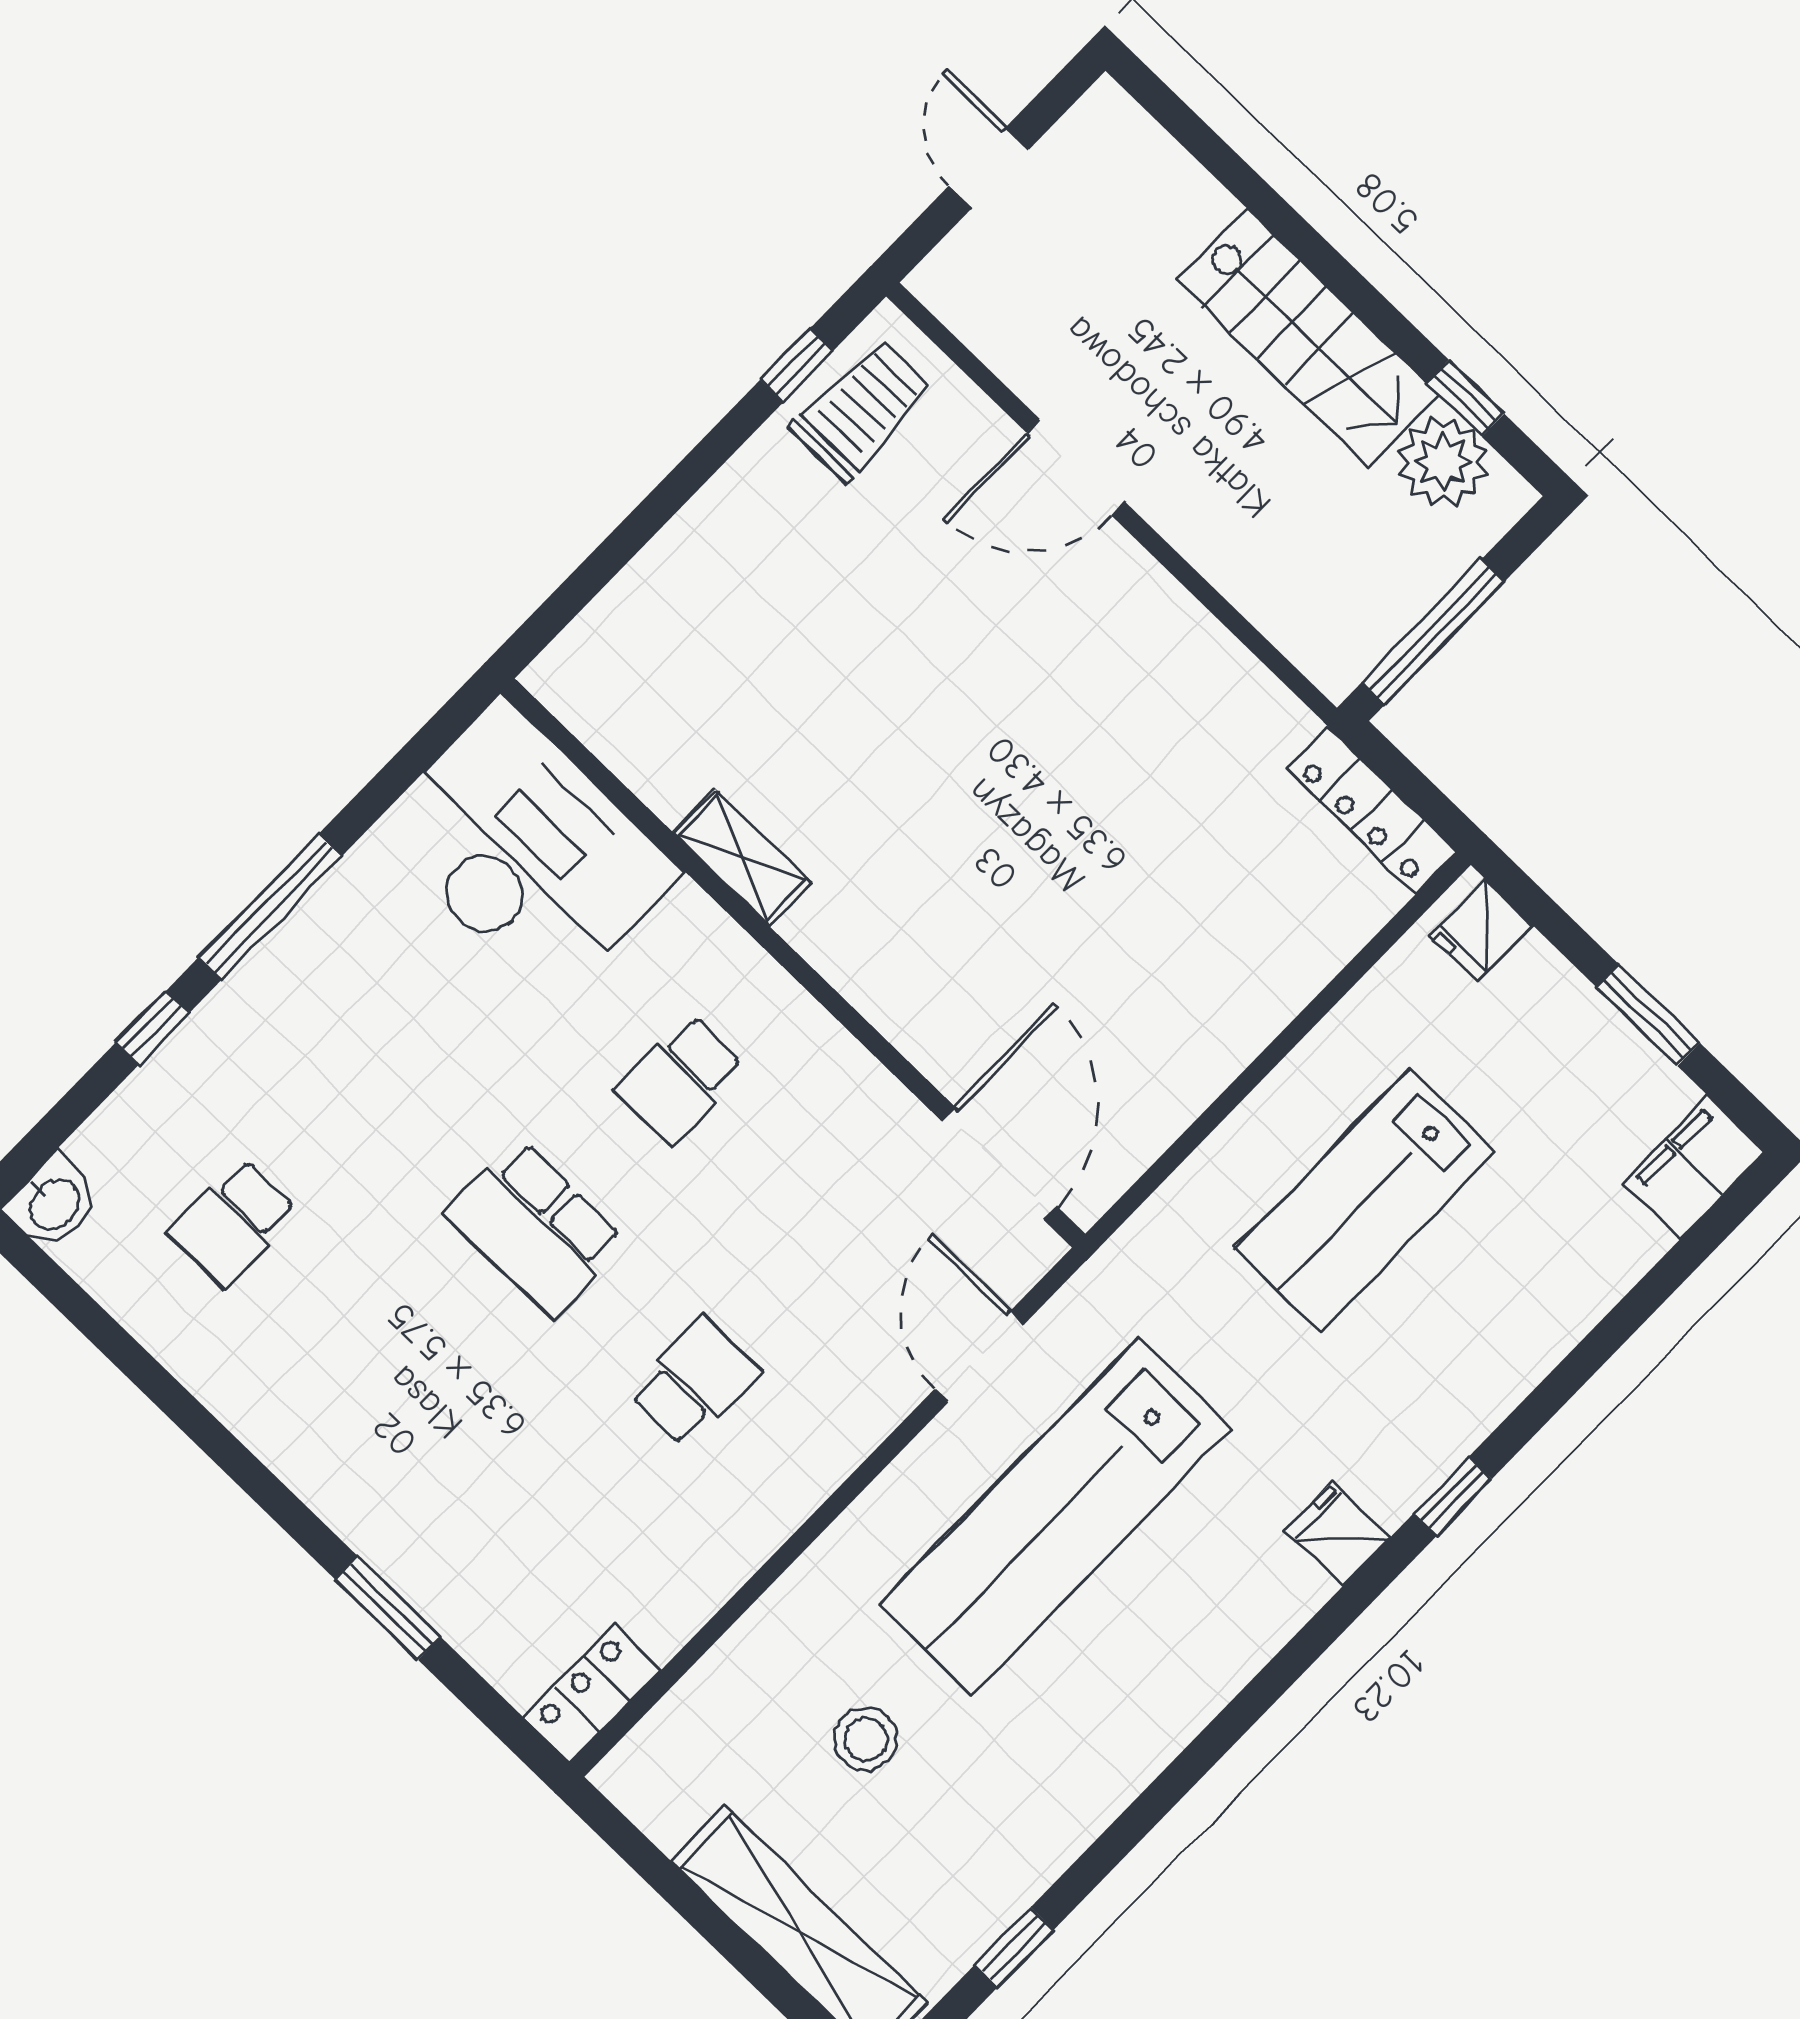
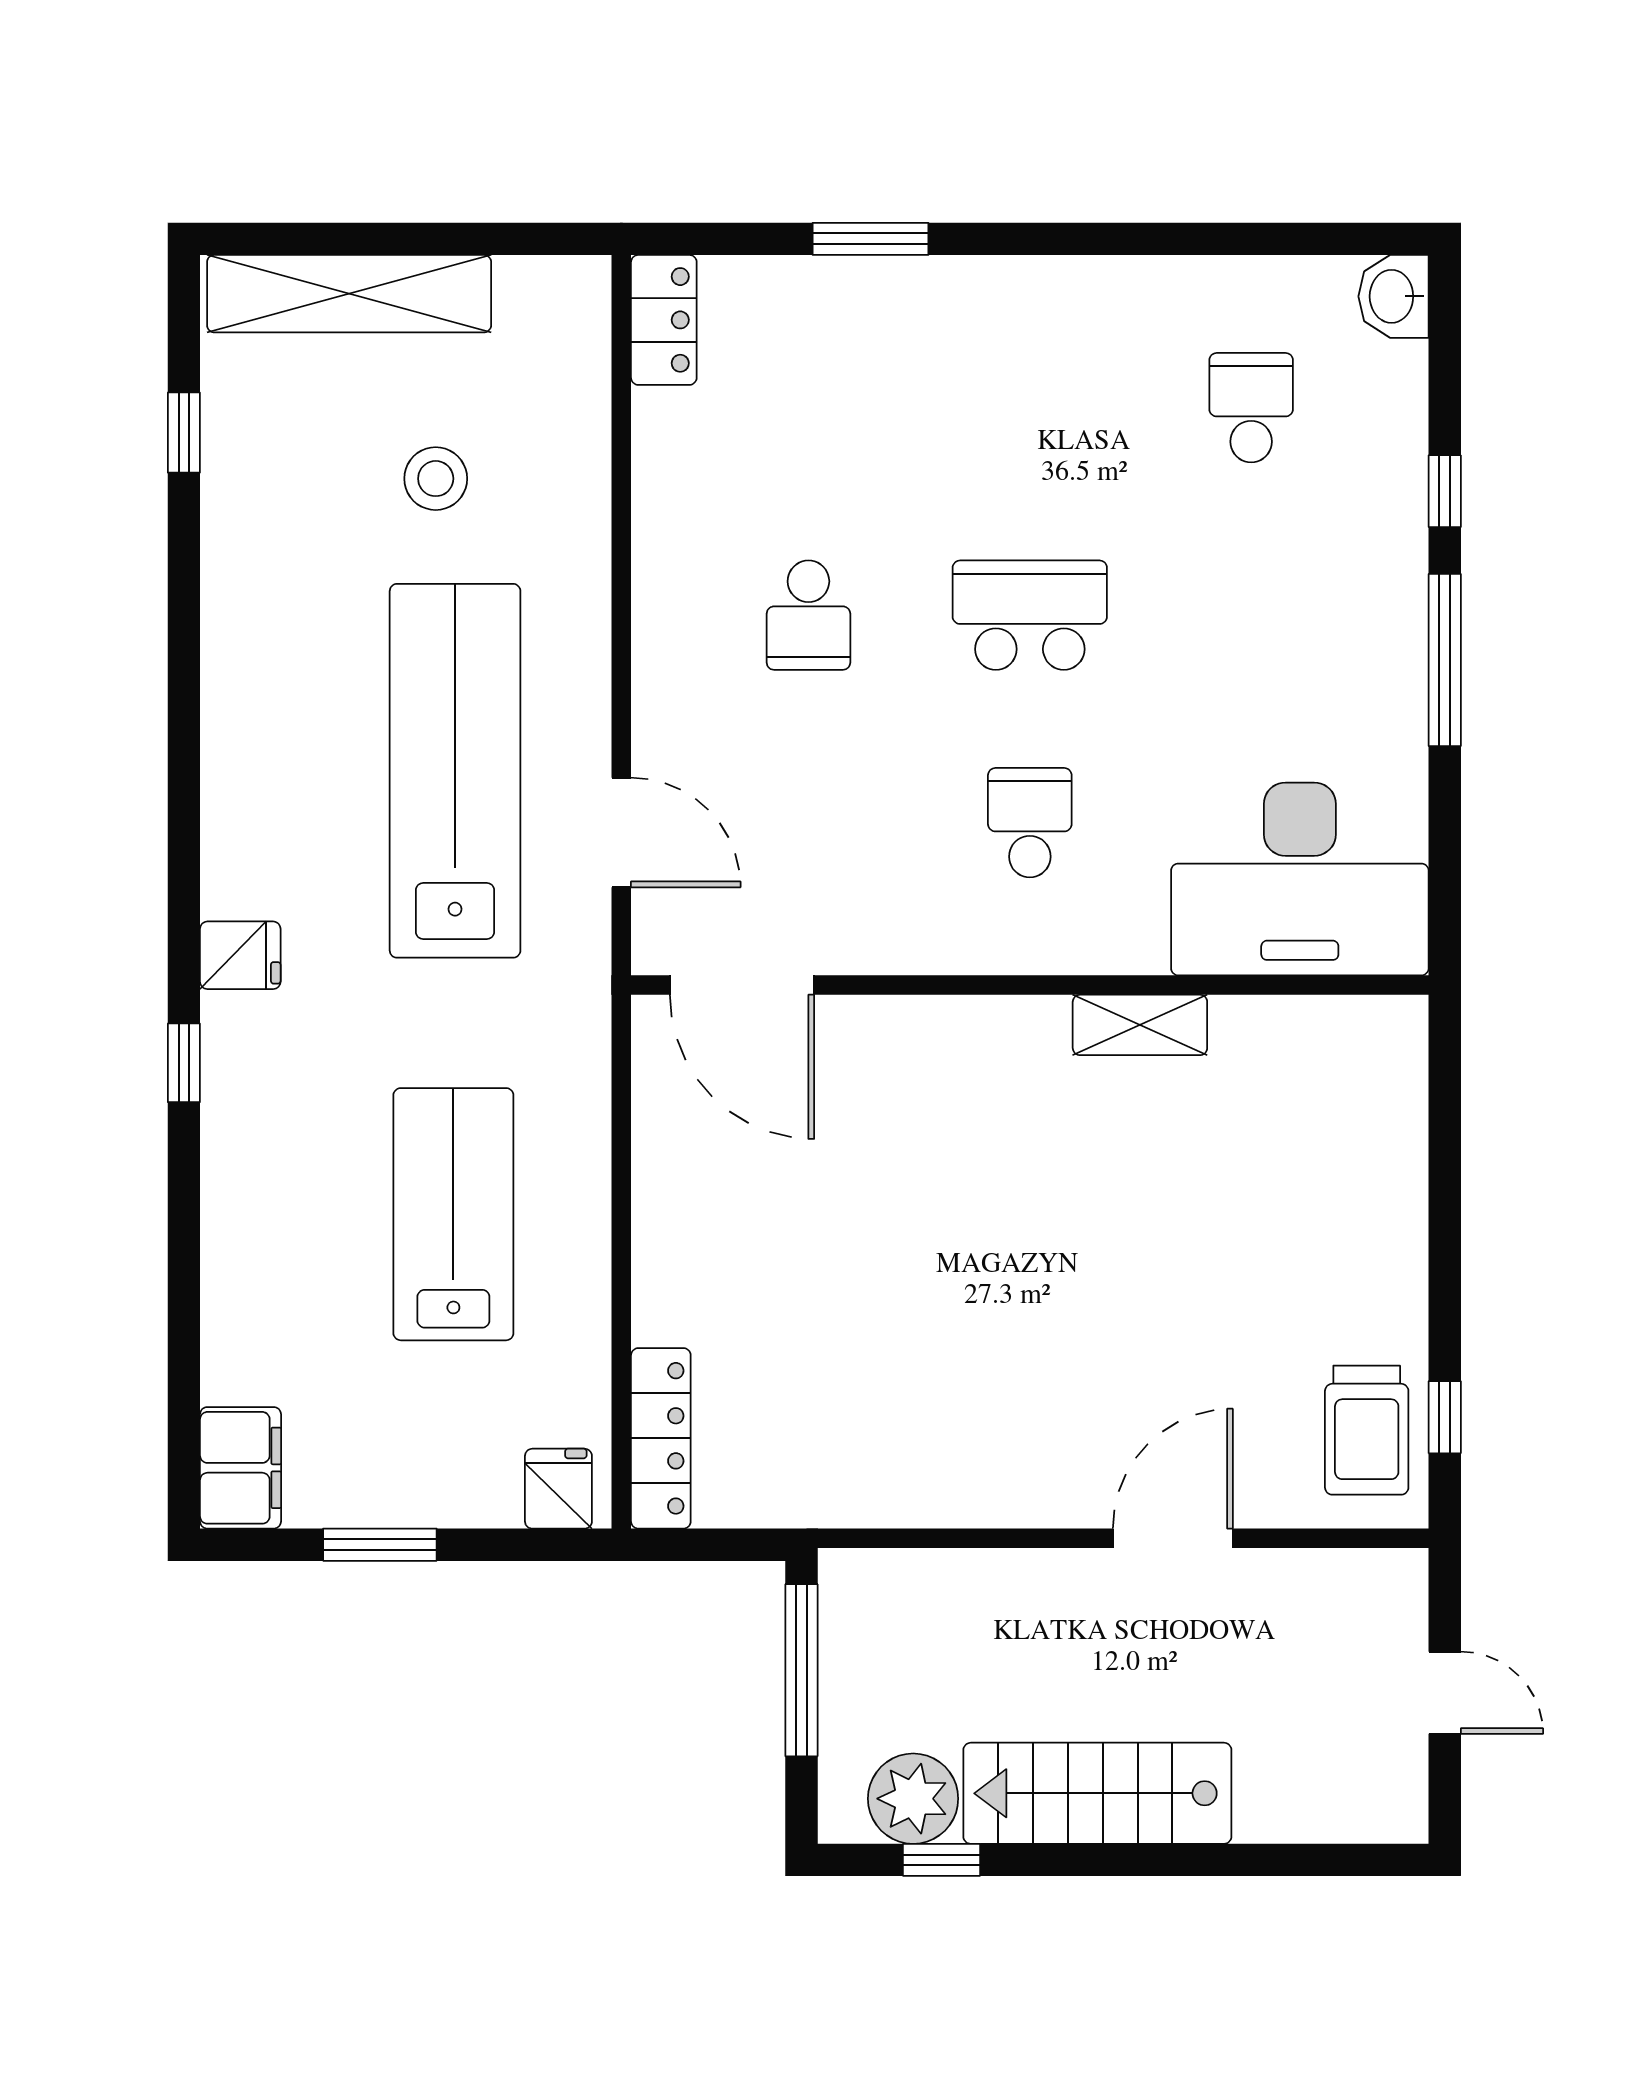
locker: (1372, 810) -> (661, 1438), moved, turned 90

